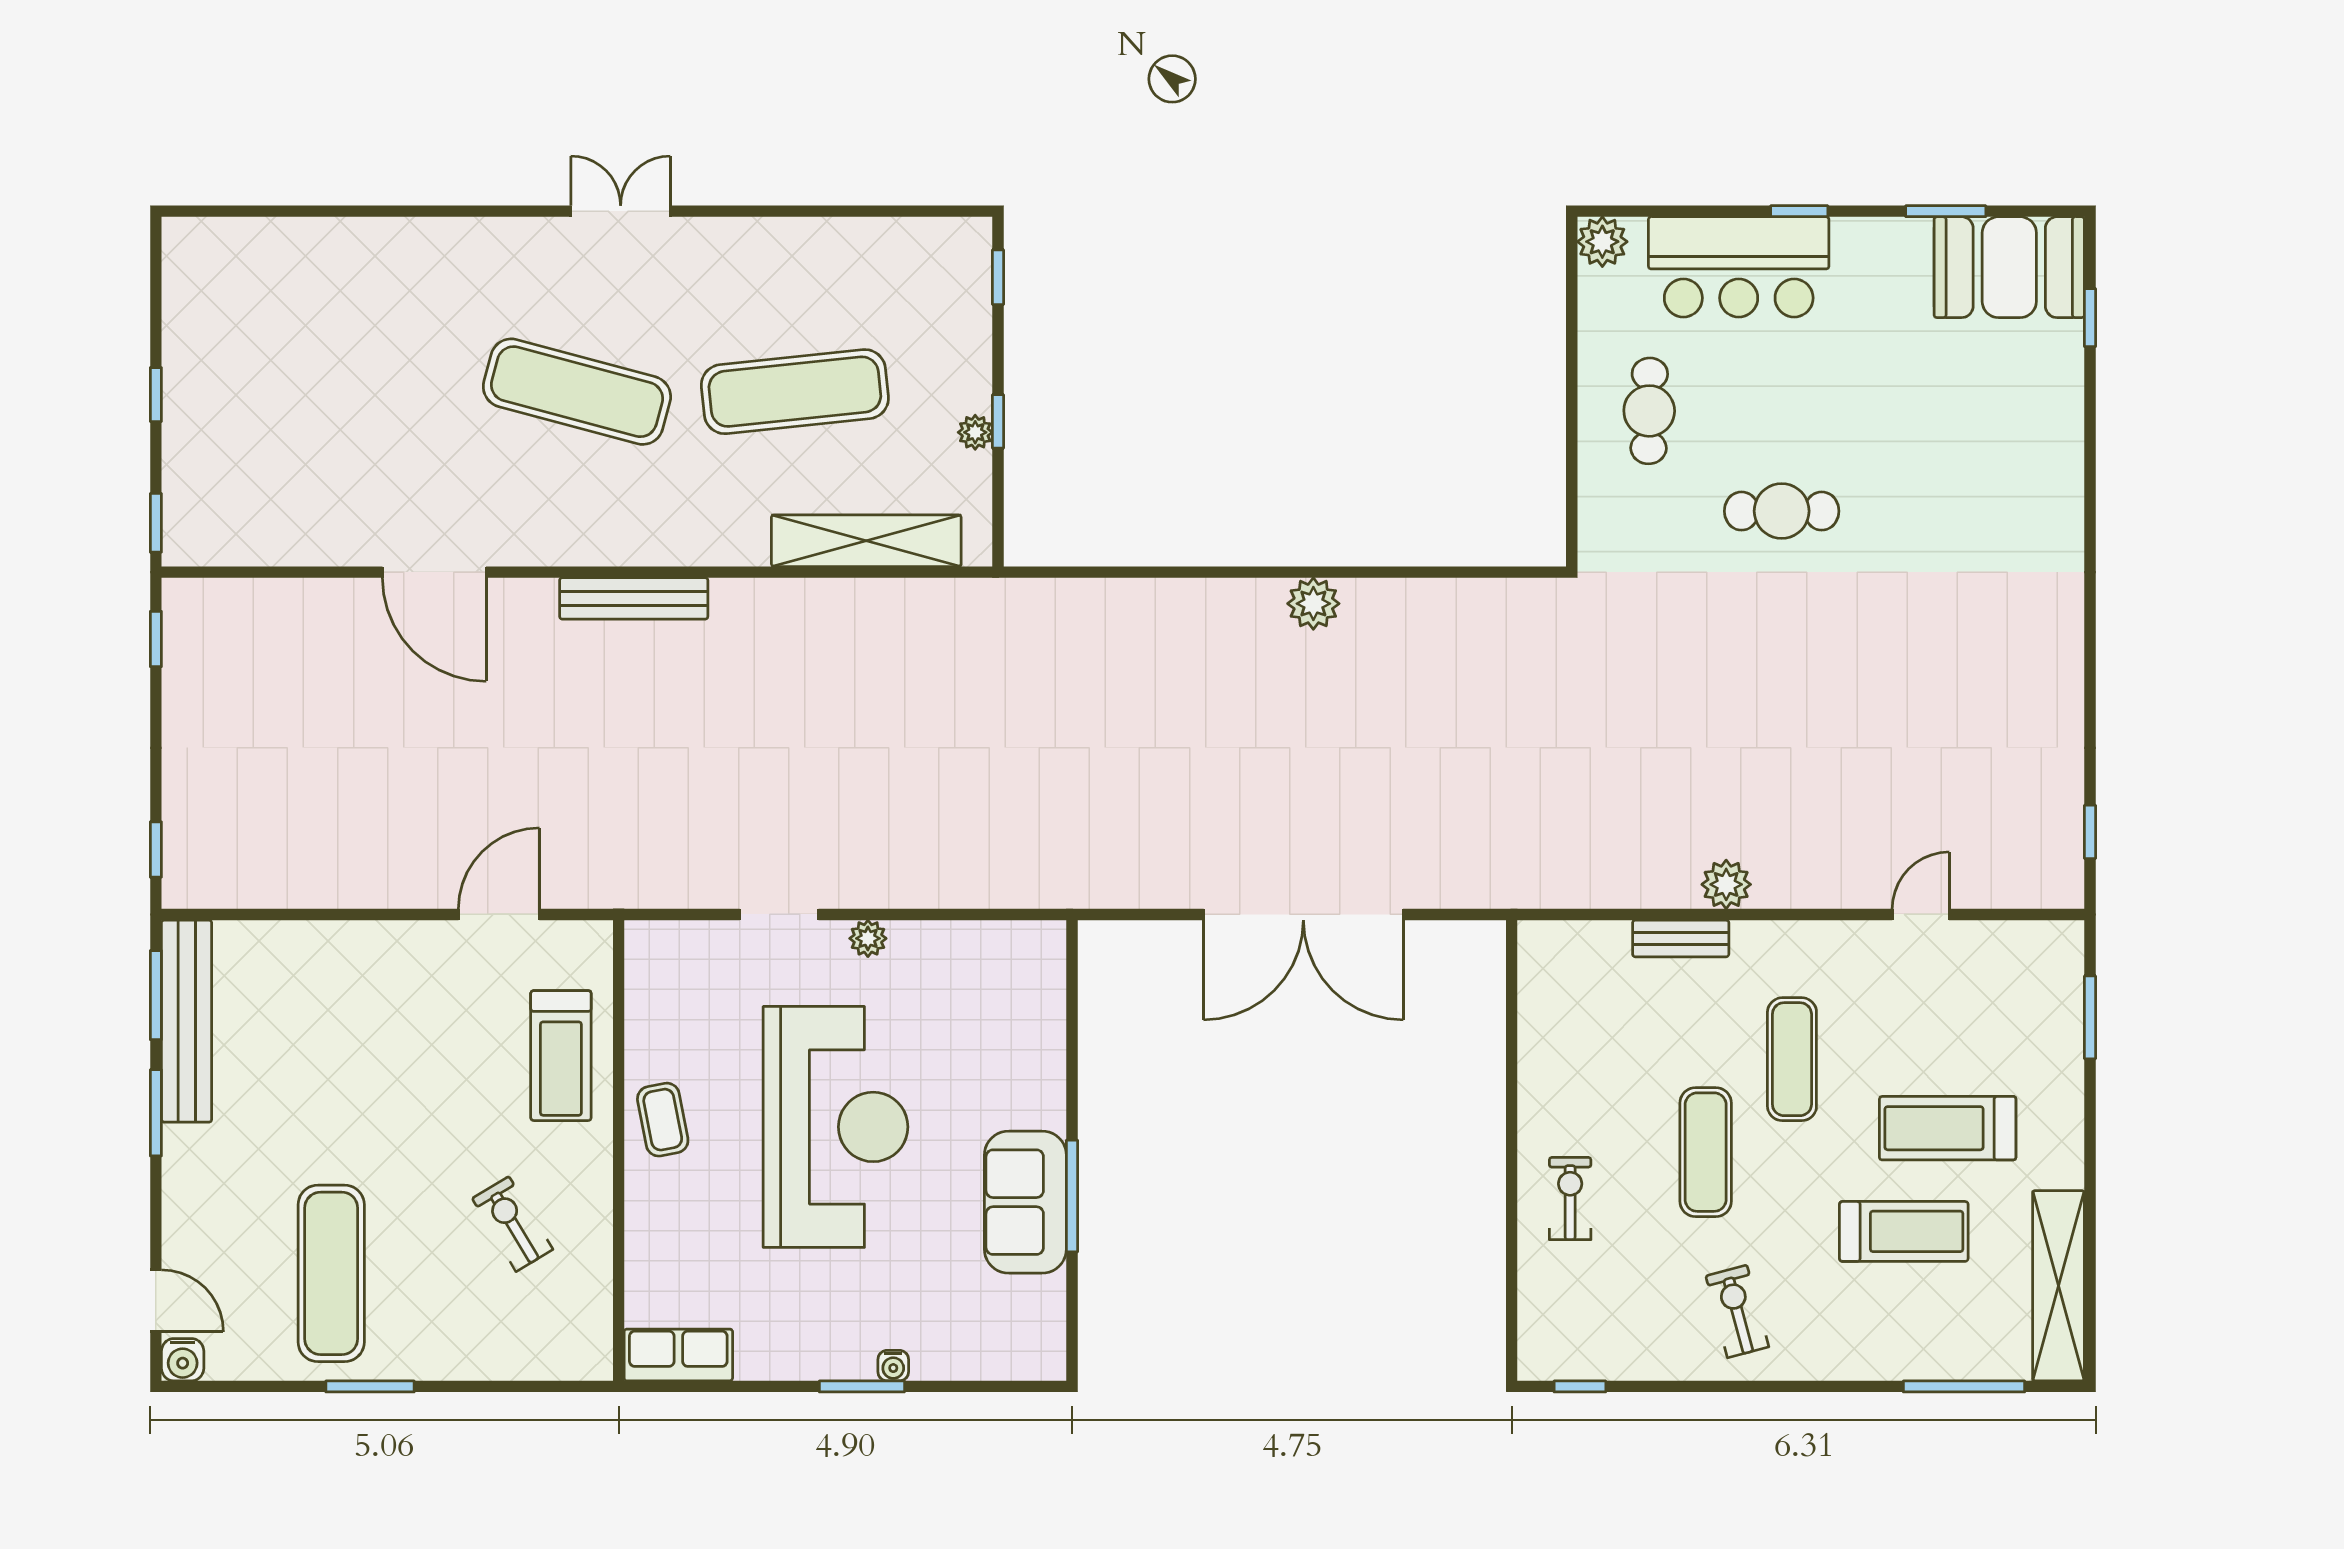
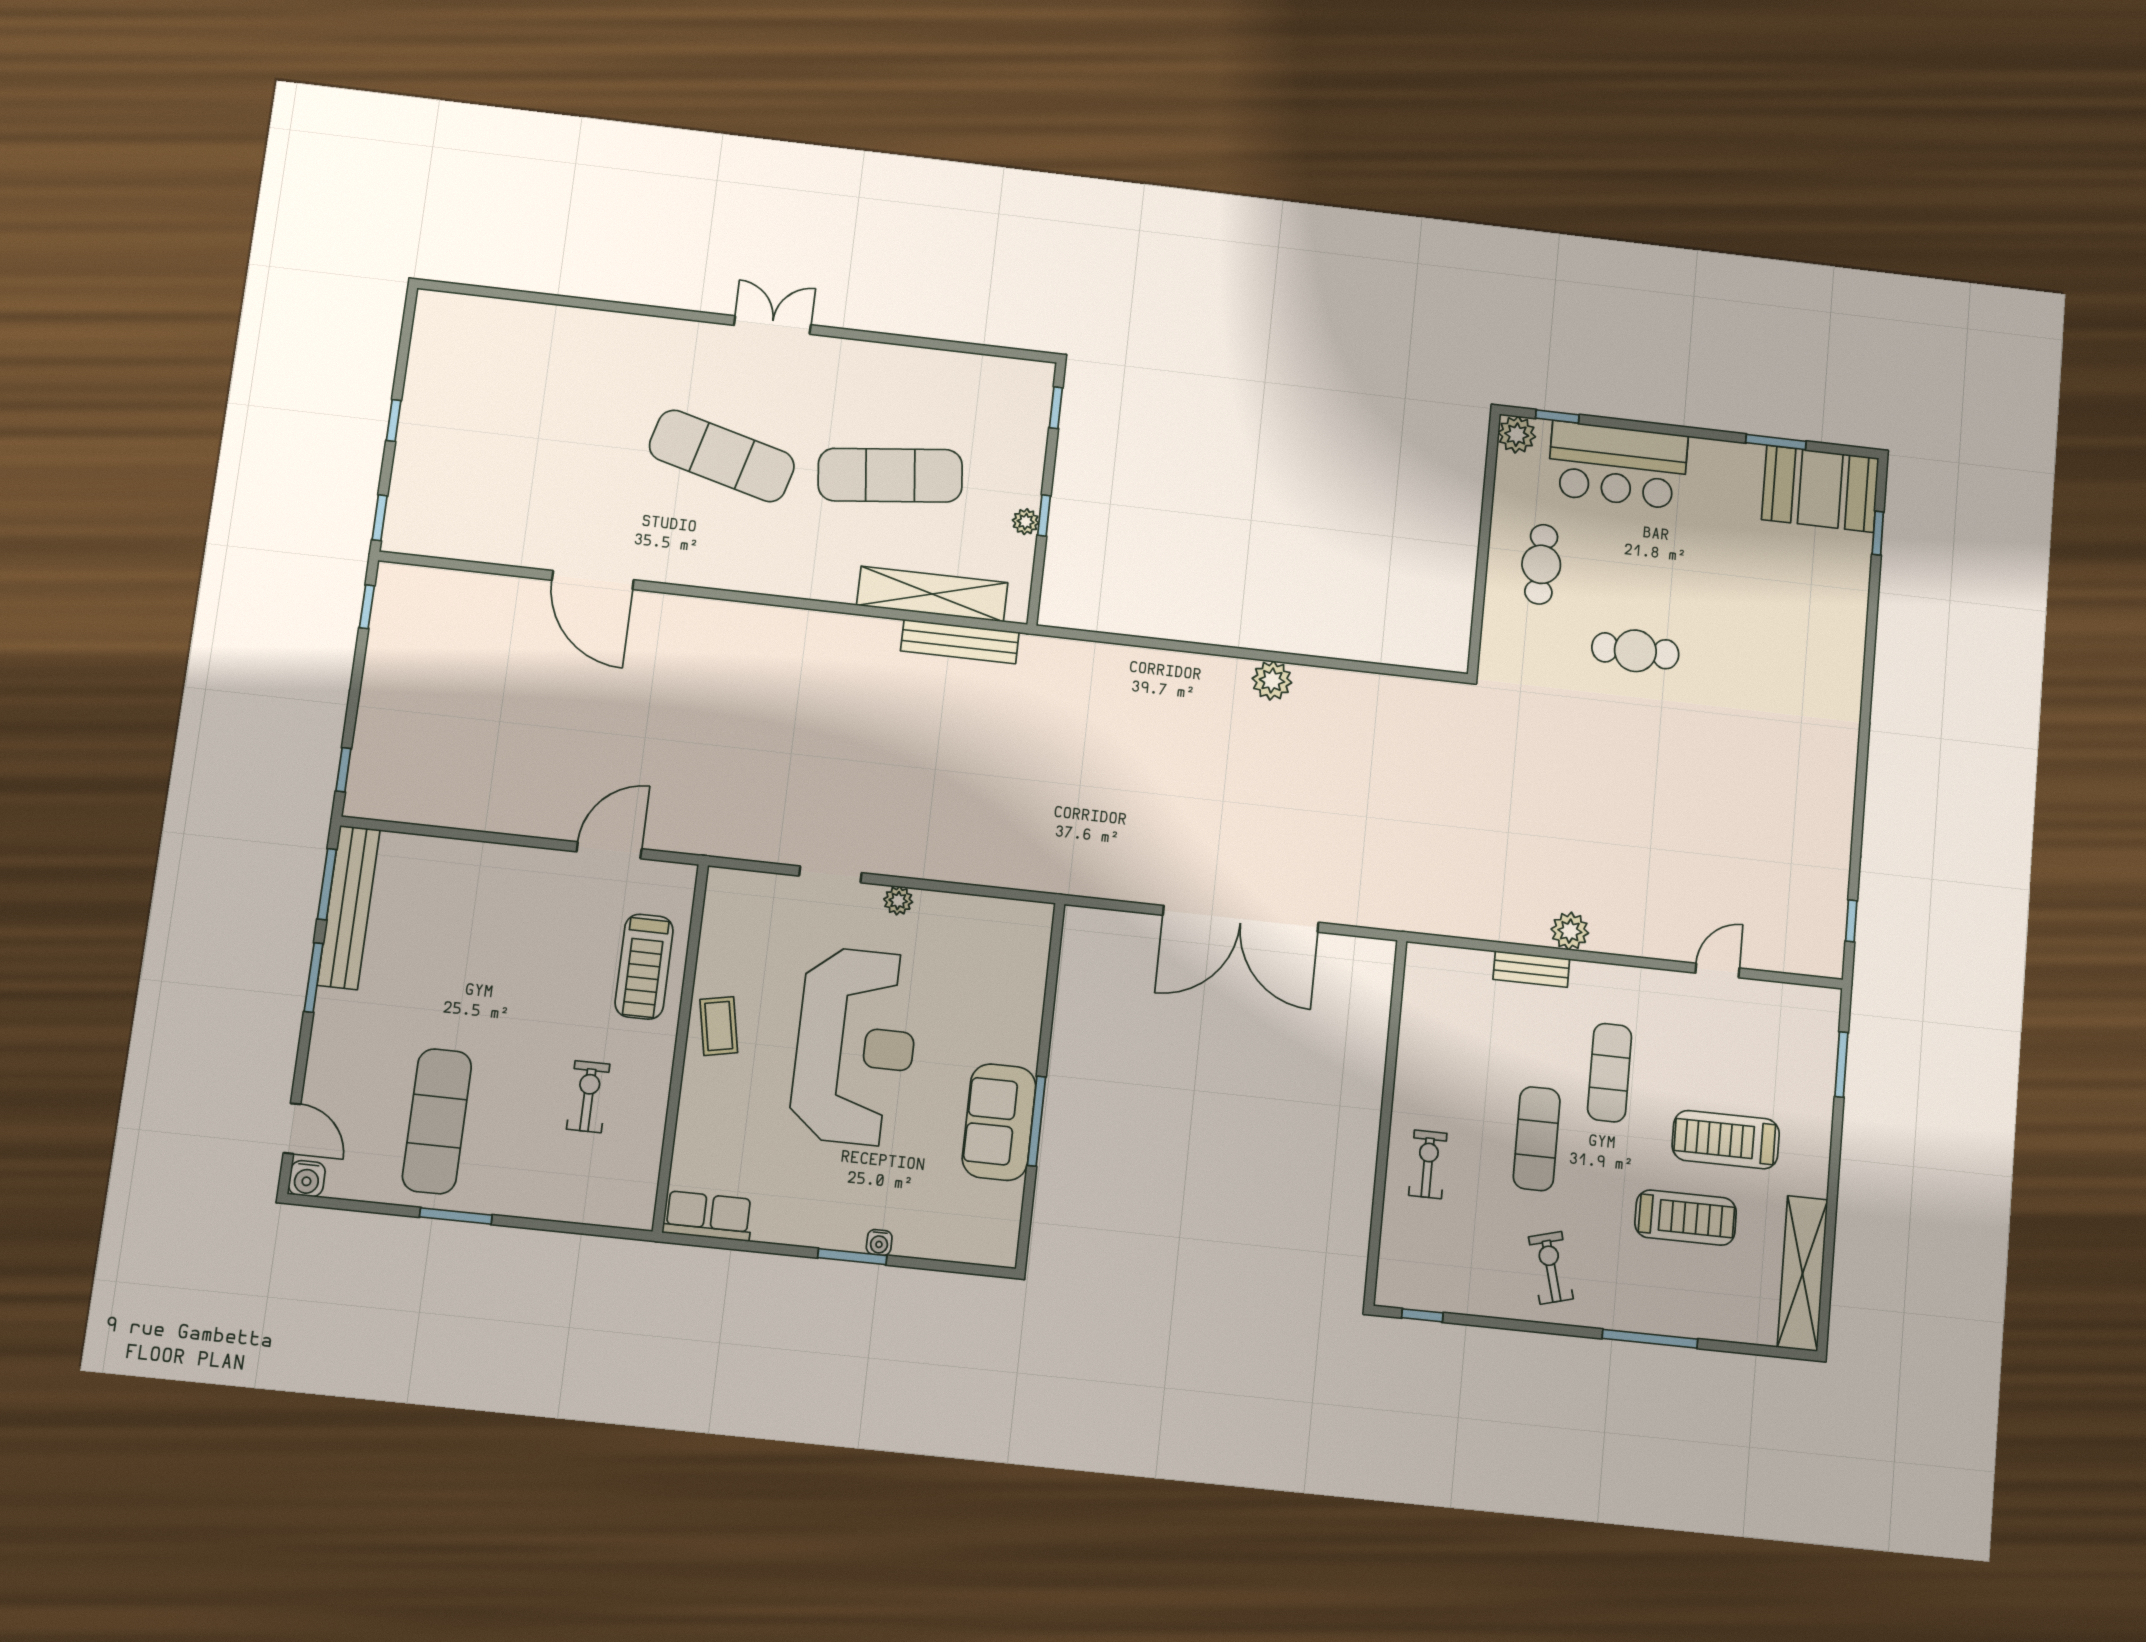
window: (1799, 211) -> (1557, 417), moved
bench: (634, 598) -> (960, 642), moved
exercise bike: (512, 1224) -> (588, 1097), turned 31
window: (1964, 1386) -> (1650, 1339), moved

